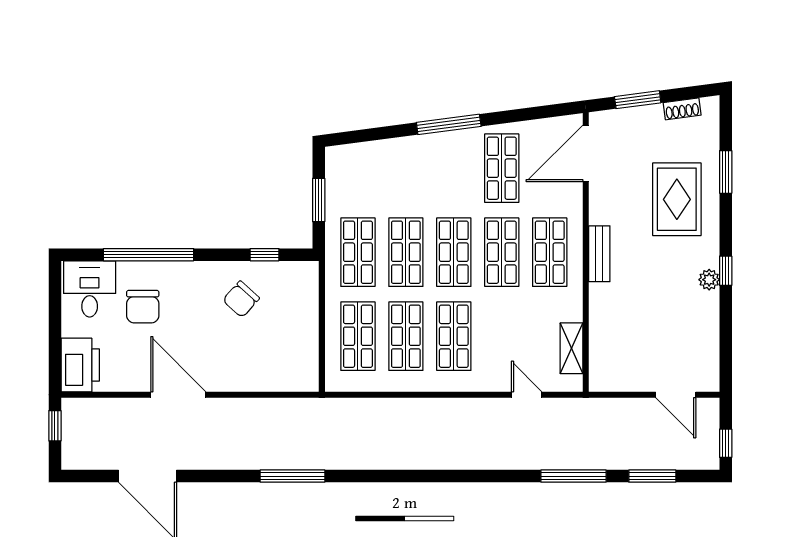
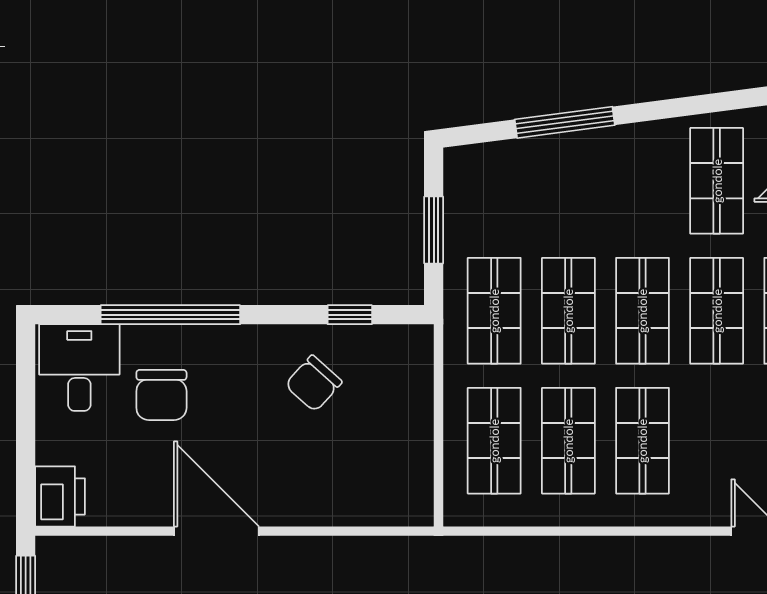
window: (449, 124) -> (565, 122), moved
printer: (80, 365) -> (60, 496), width x0.73, depth x0.84

